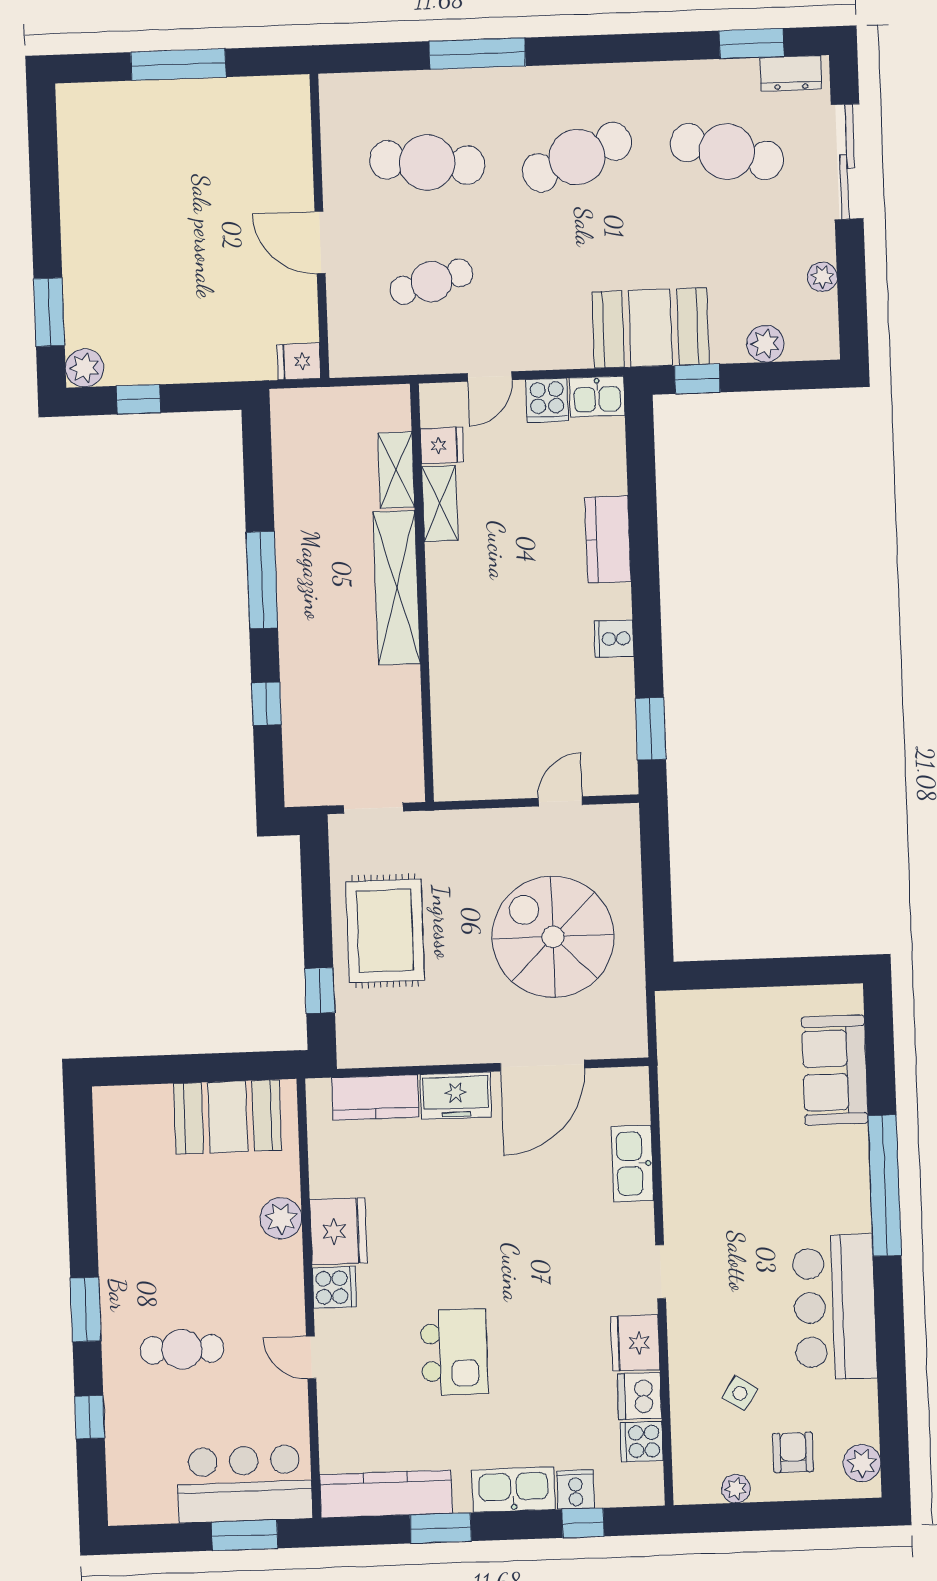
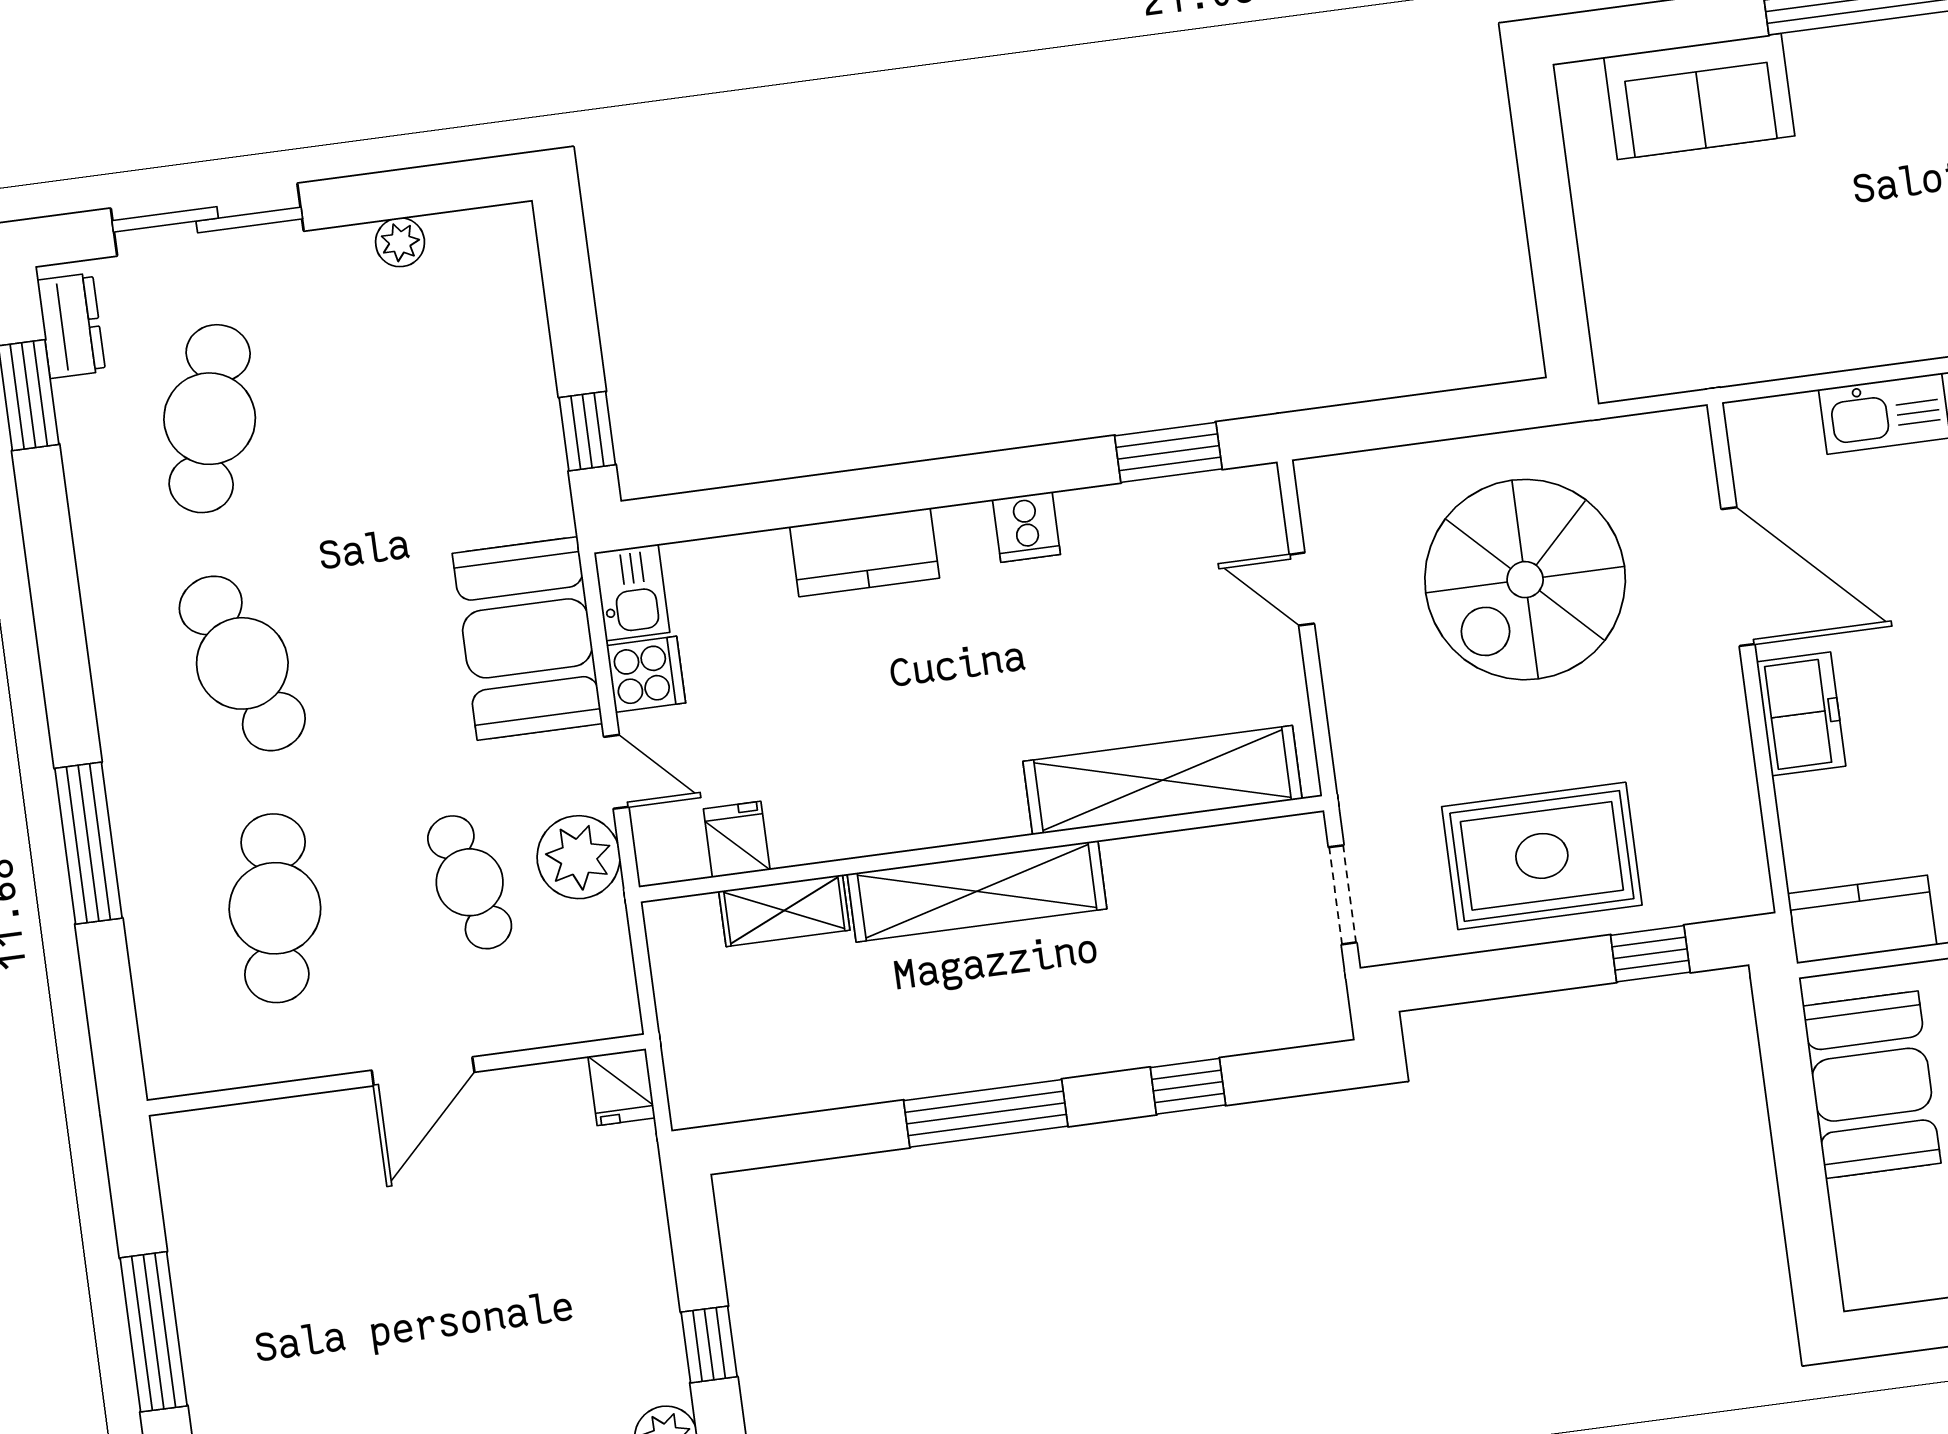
booth: (651, 328) -> (527, 638), moved
plant: (765, 344) -> (579, 857), moved, width x1.36, depth x1.36
shelving: (440, 504) -> (1162, 780), moved, width x2.20, depth x1.33
kitchen counter: (375, 1097) -> (1862, 919), moved, turned -90

